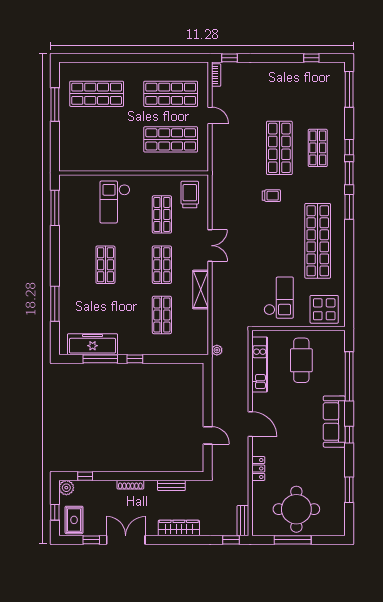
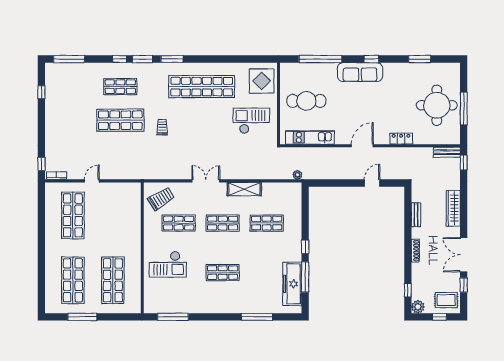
shop shelf: (171, 139) -> (113, 280), moved
trolley: (190, 195) -> (161, 199), turned 148

